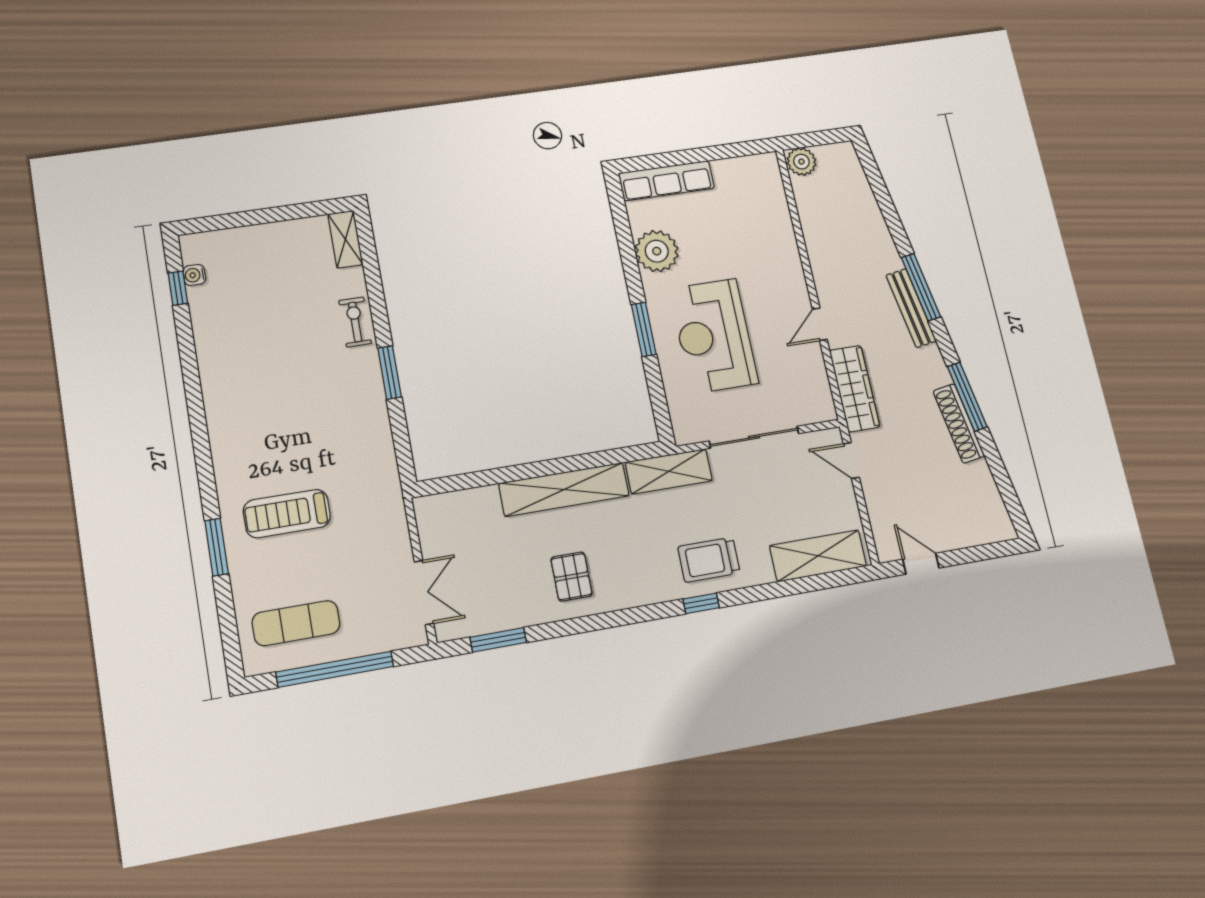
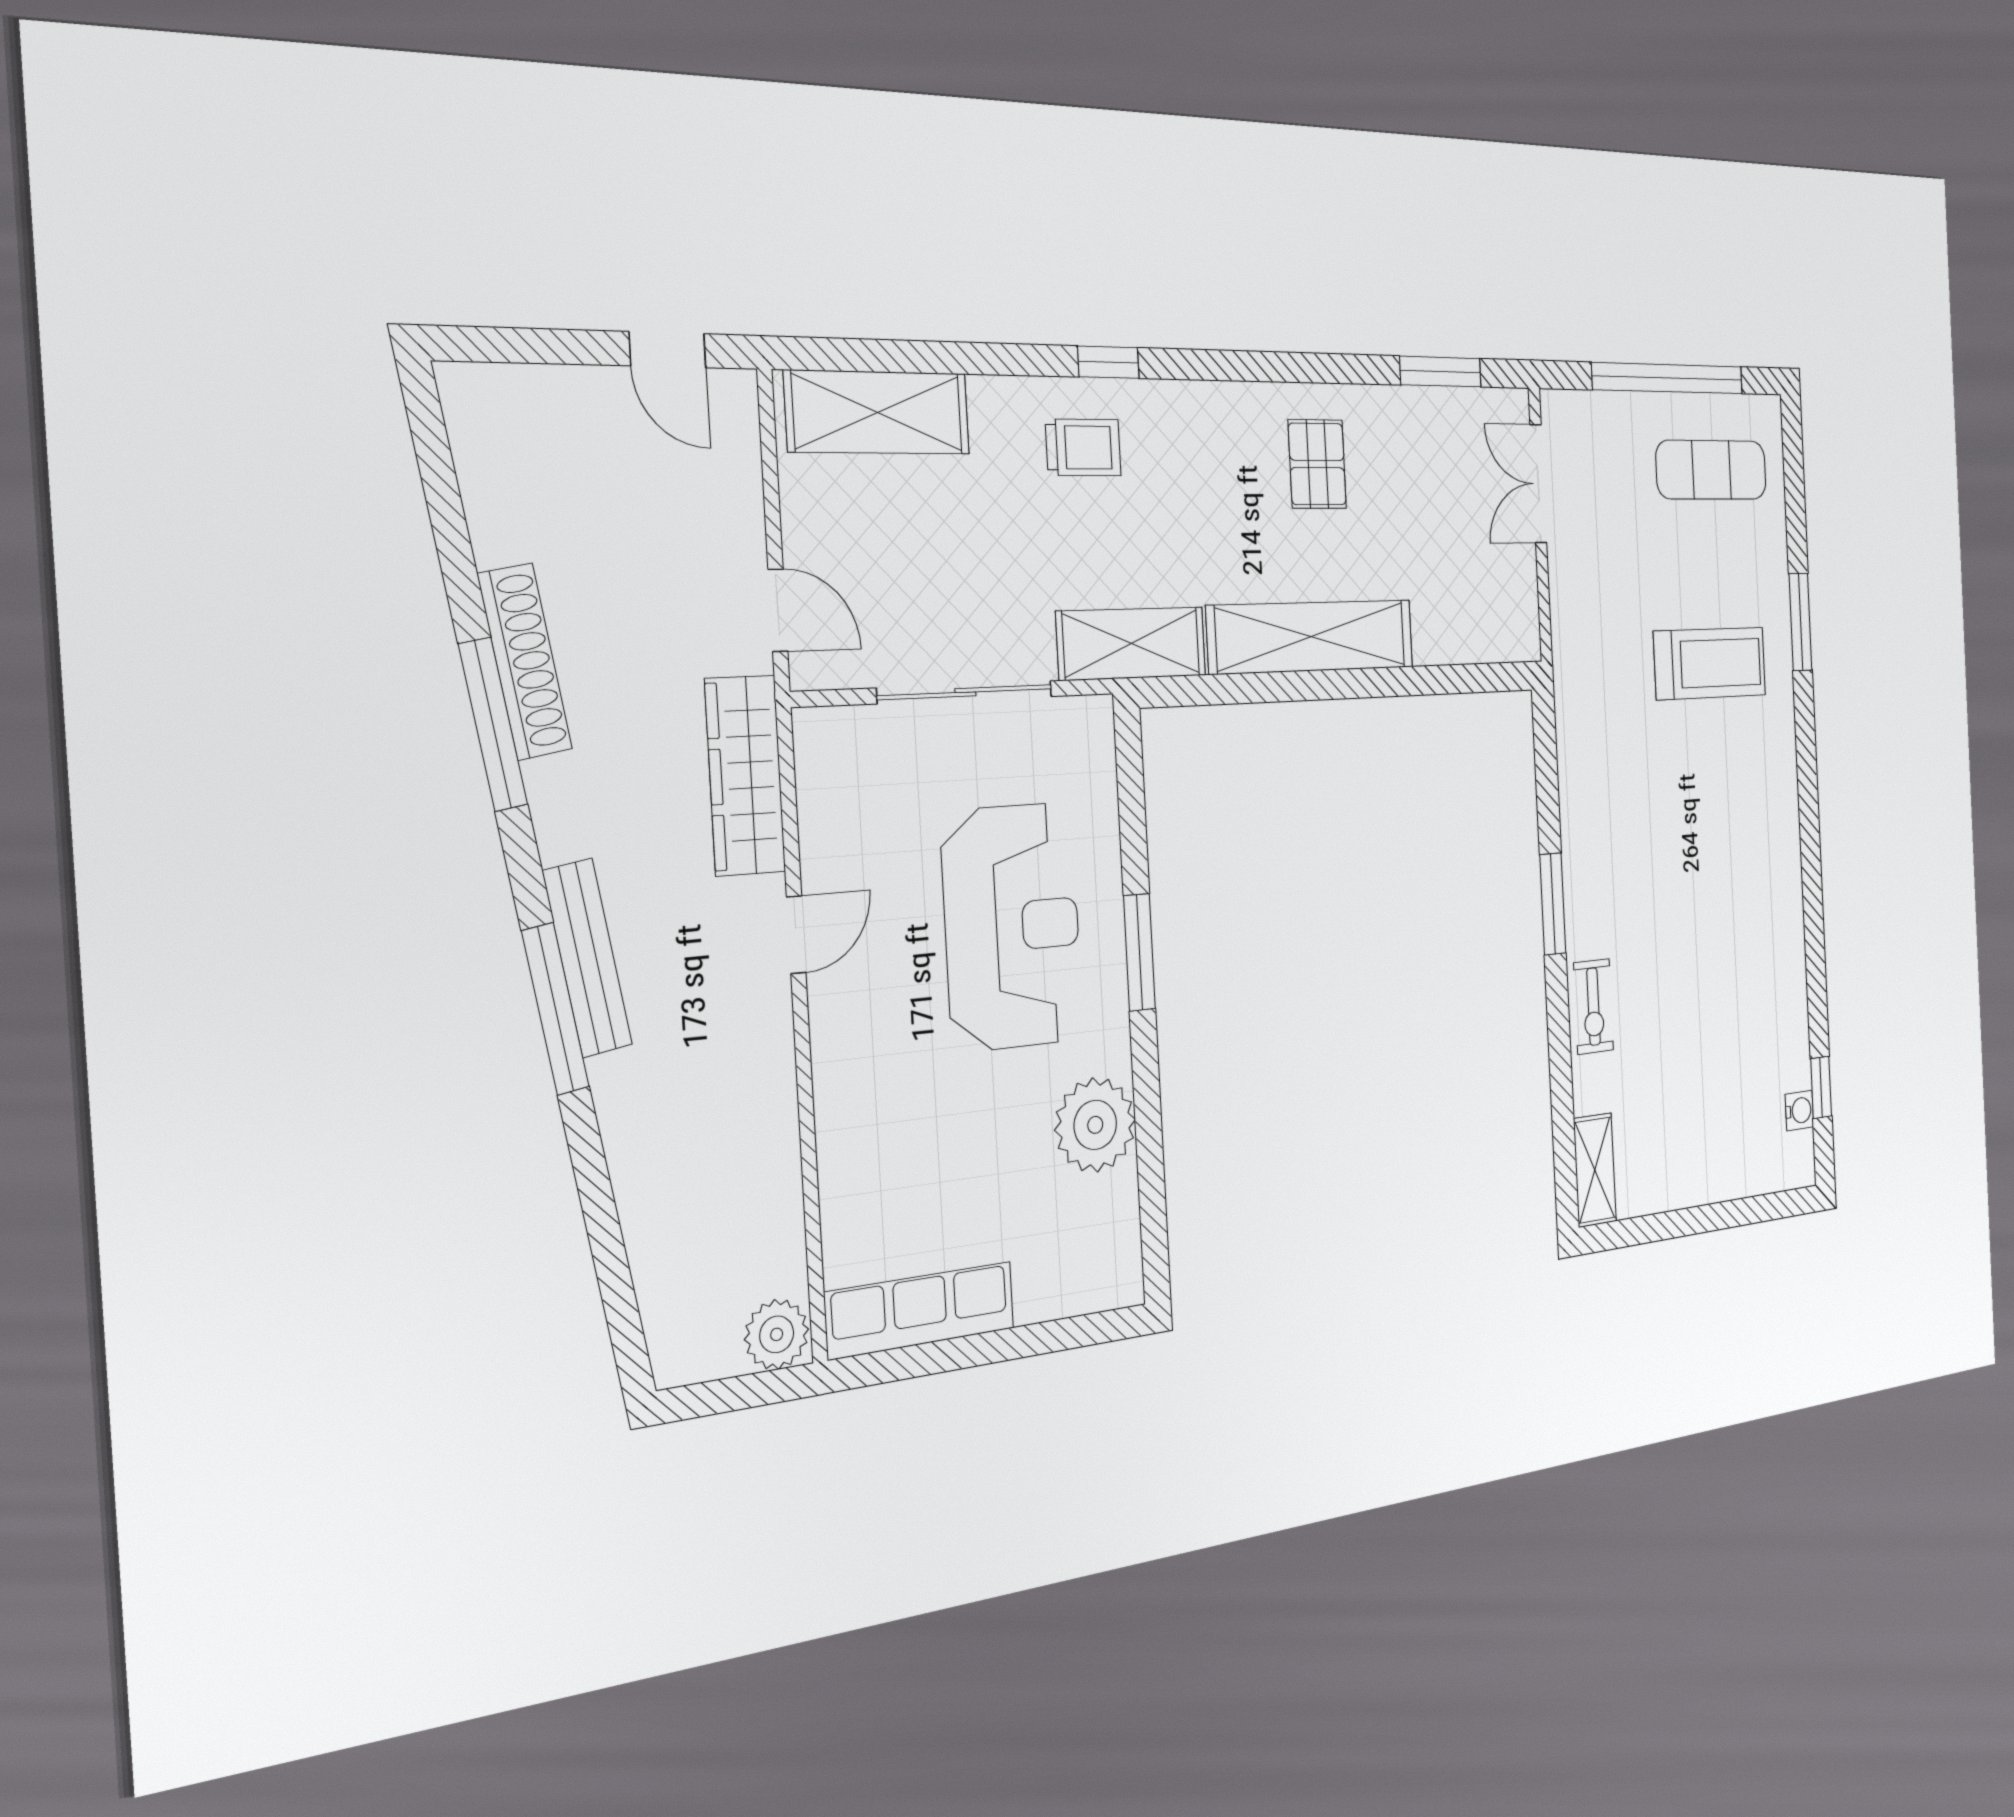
row of seats: (666, 181) -> (920, 1310), moved
trolley: (709, 560) -> (1083, 447), width x0.73, depth x0.72

